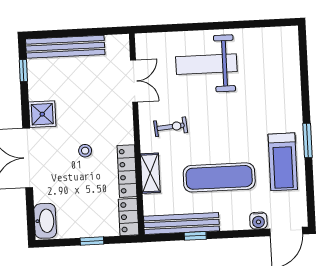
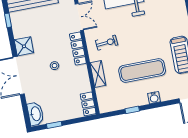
locker: (127, 171) -> (78, 49), moved
water cooler: (258, 221) -> (154, 98), moved
bench: (181, 224) -> (122, 103), removed
window: (92, 241) -> (54, 125), moved

